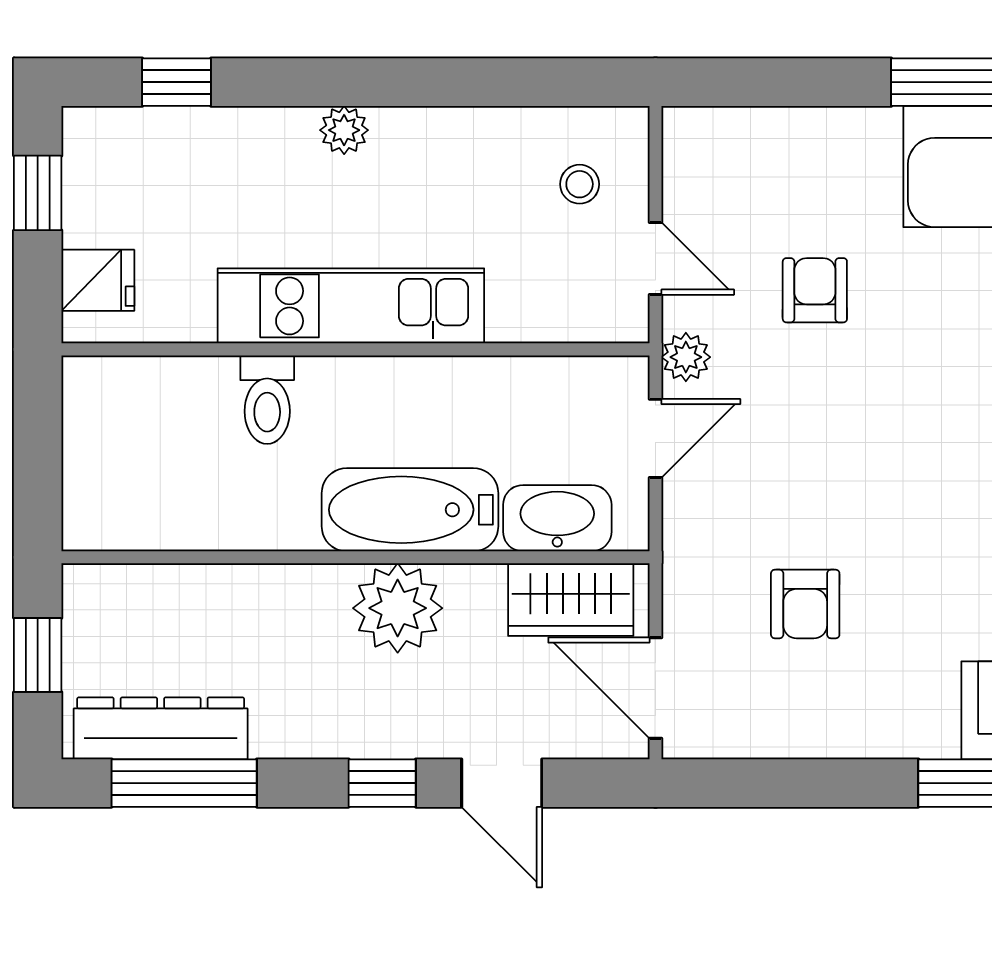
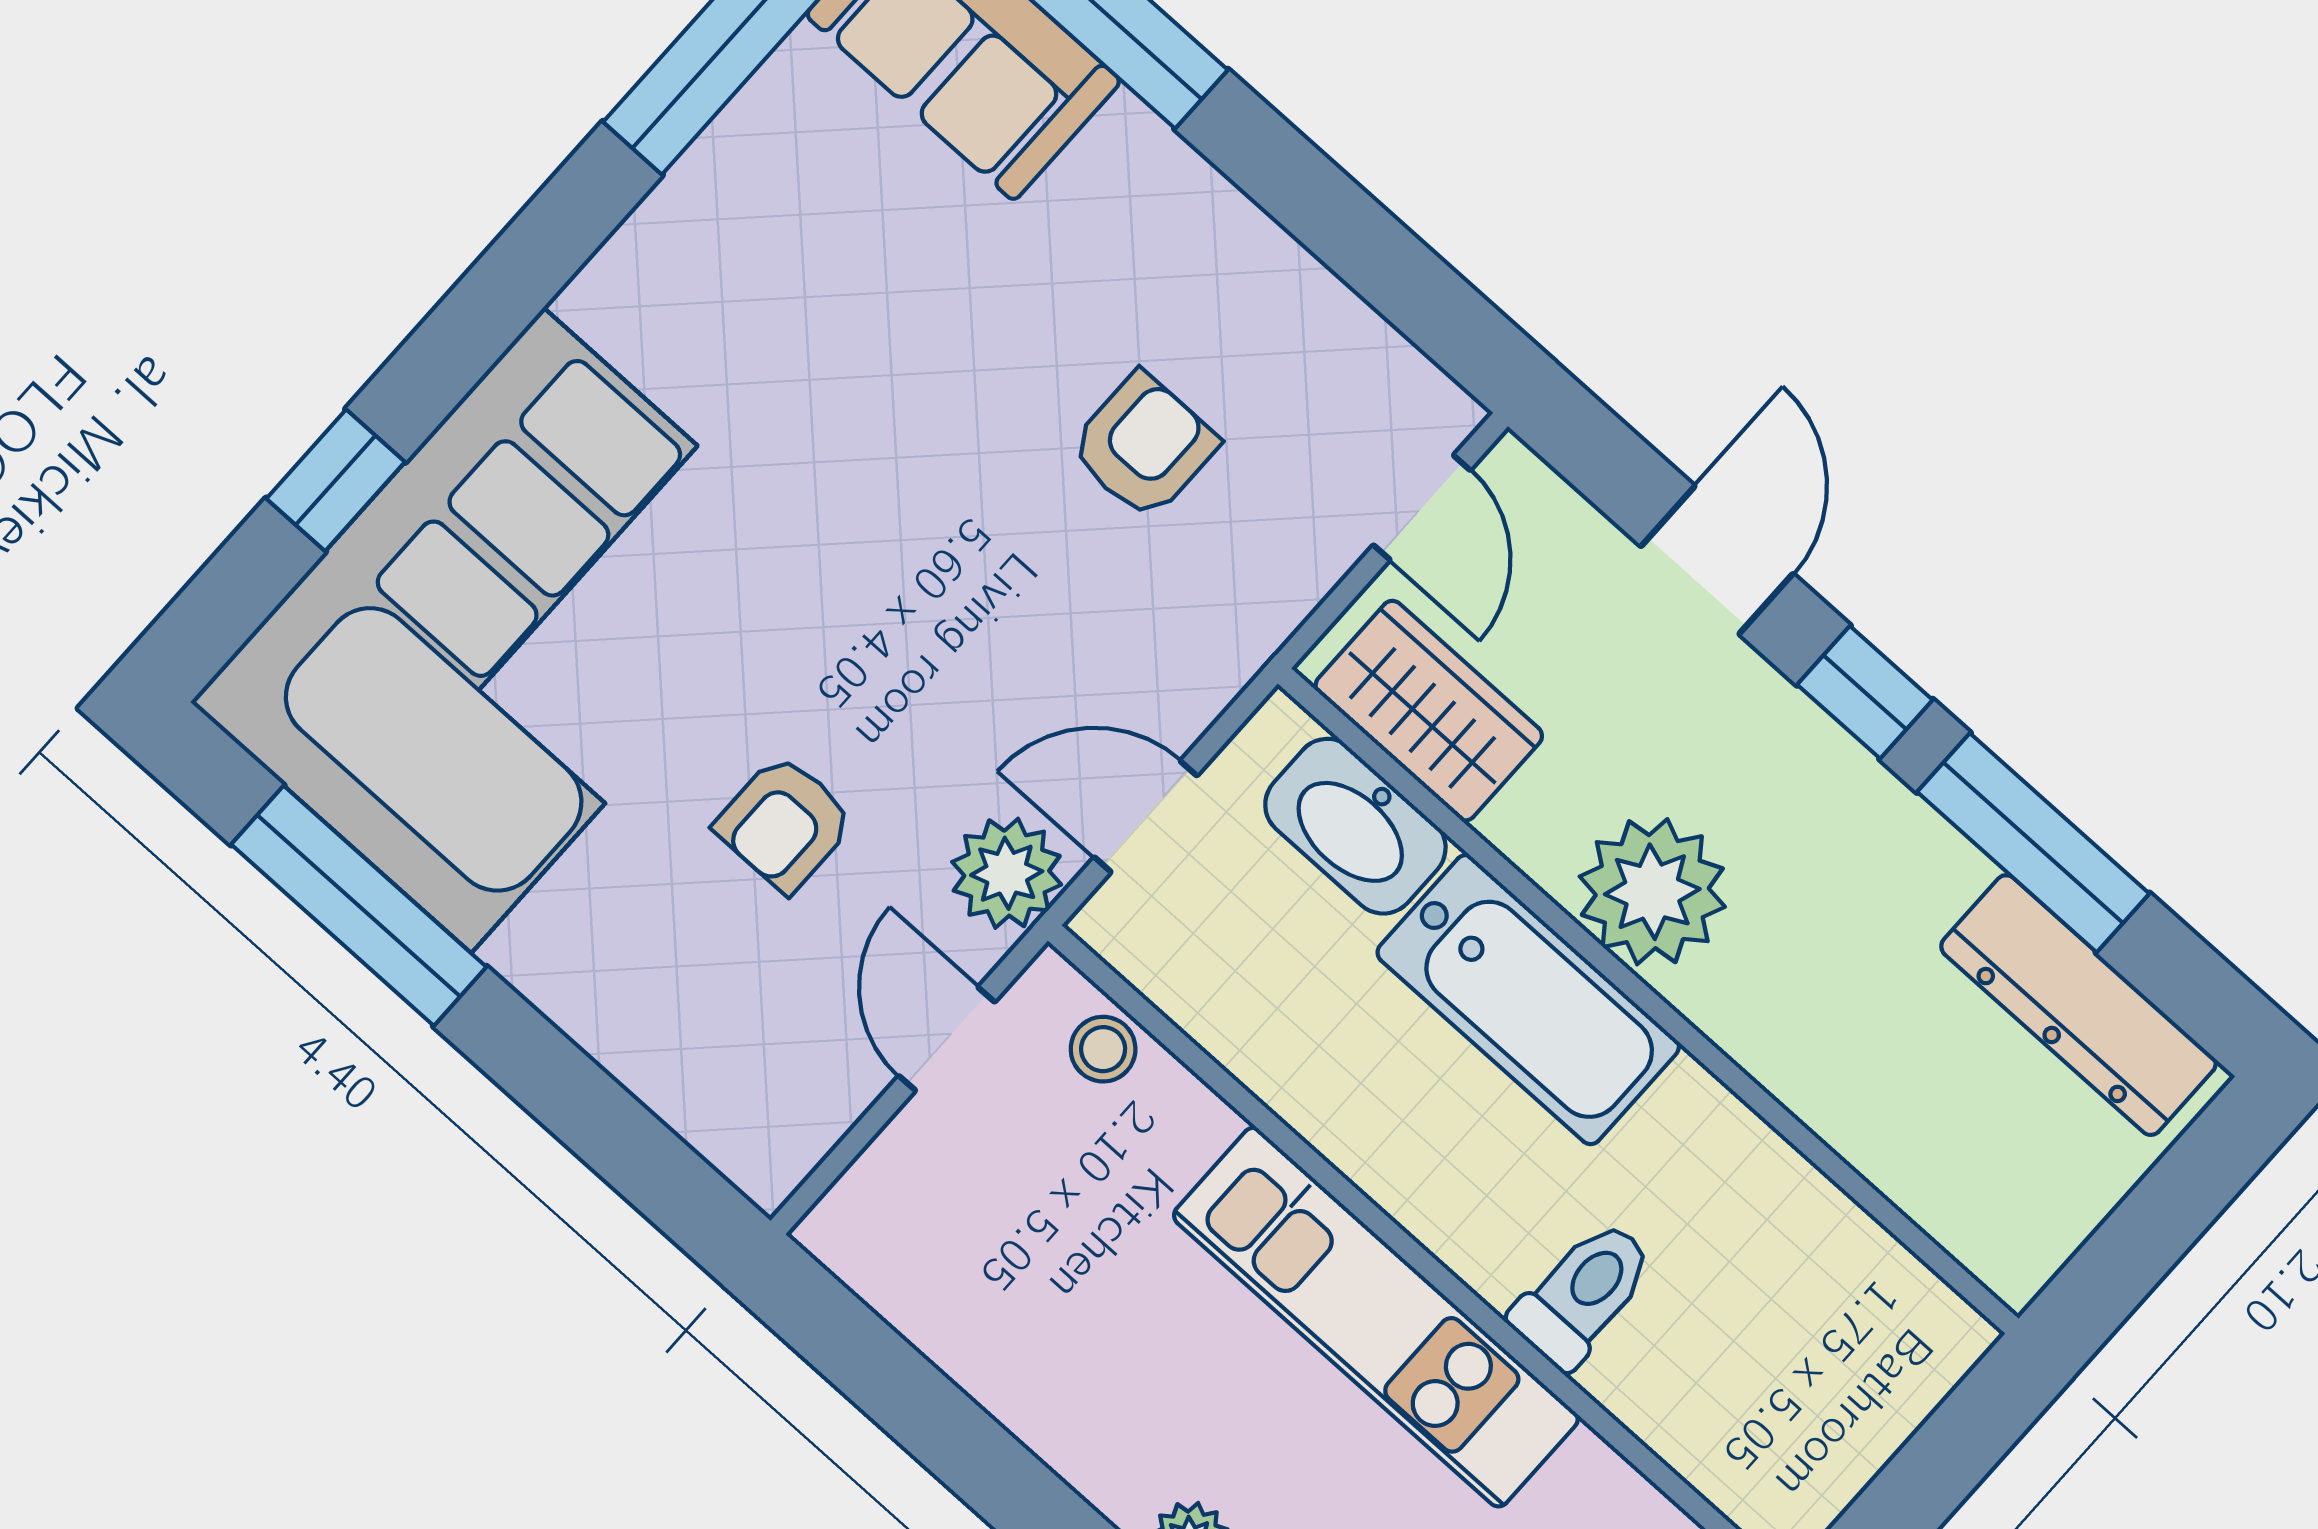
stool: (580, 184) -> (1103, 1049), moved
plant: (686, 357) -> (1007, 873), width x1.38, depth x1.38
window: (38, 655) -> (2149, 1232), removed
door: (655, 688) -> (1422, 508), width x0.73
window: (184, 783) -> (2033, 843), moved

